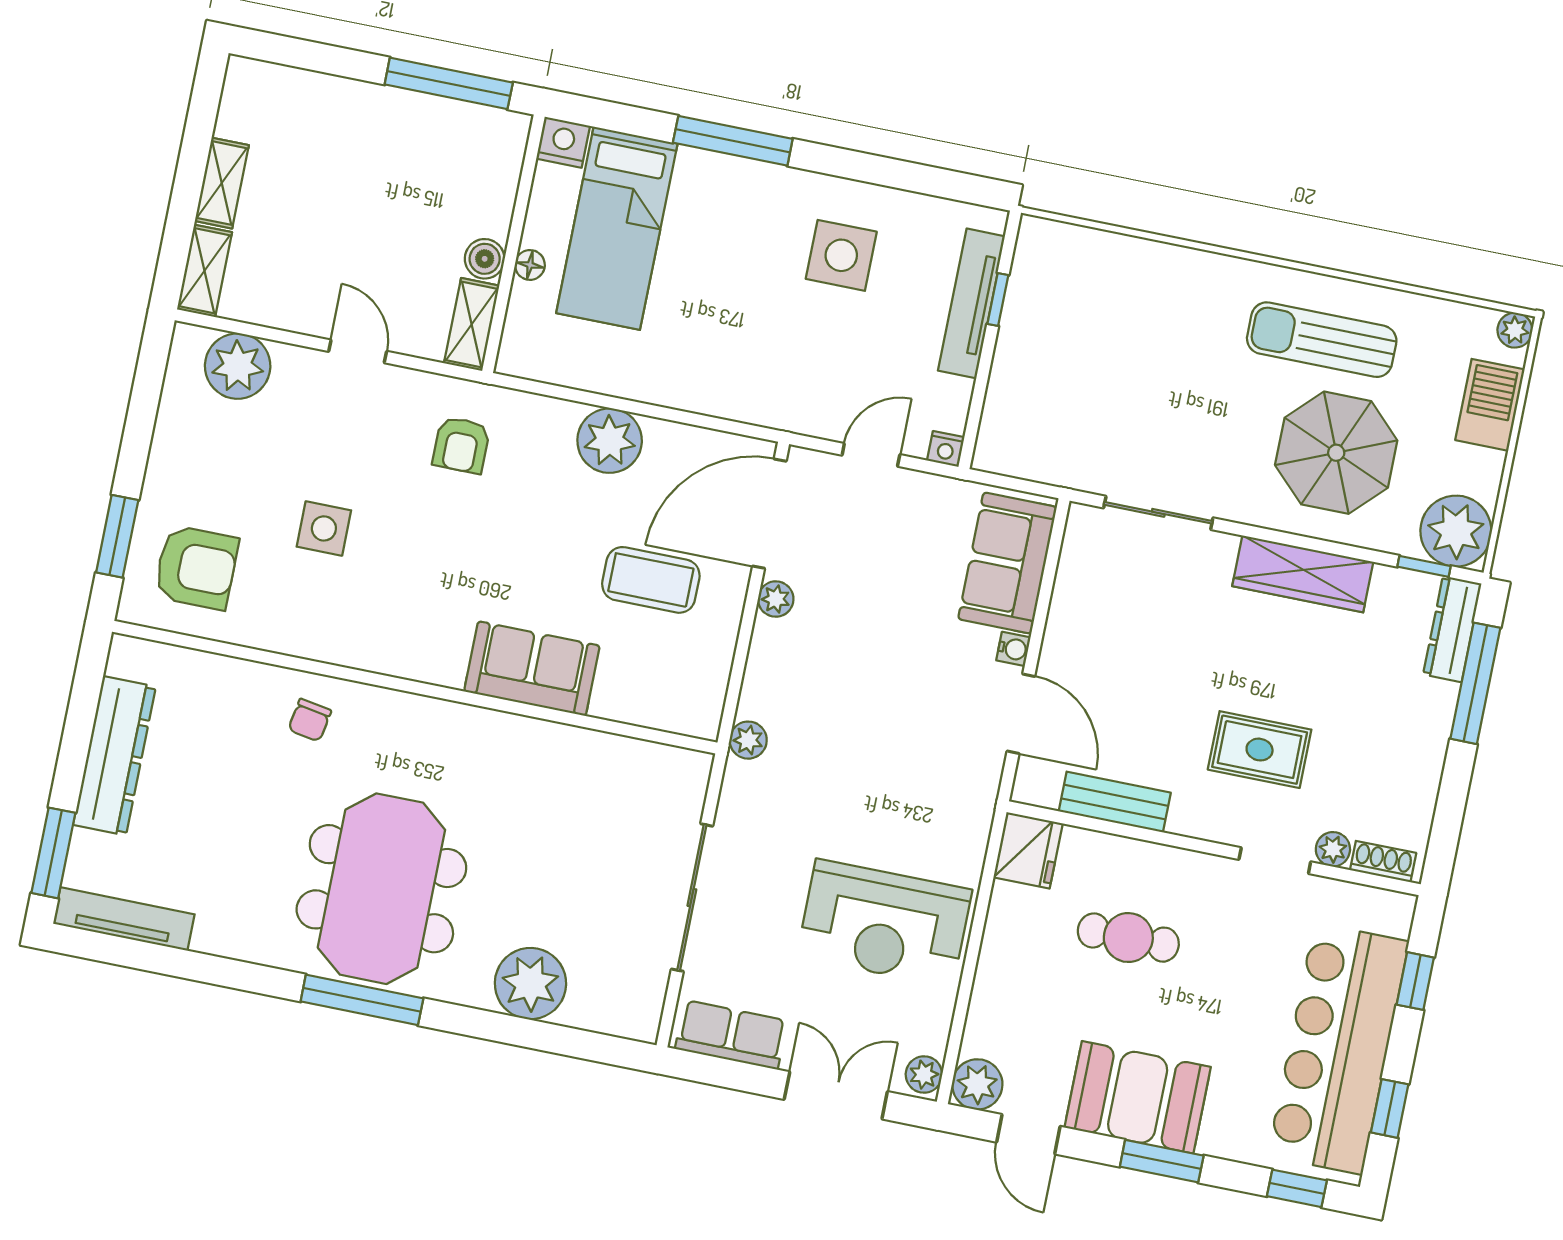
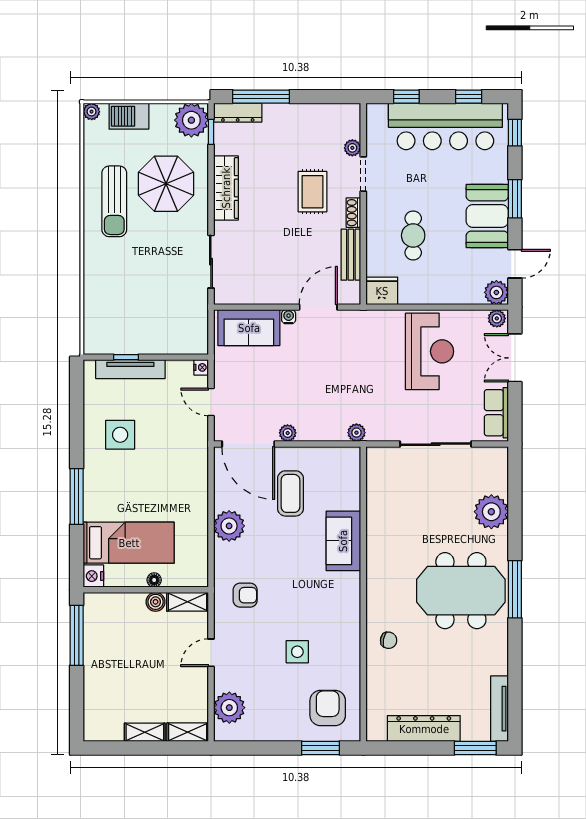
shoe rack: (1383, 862) -> (353, 213), moved

